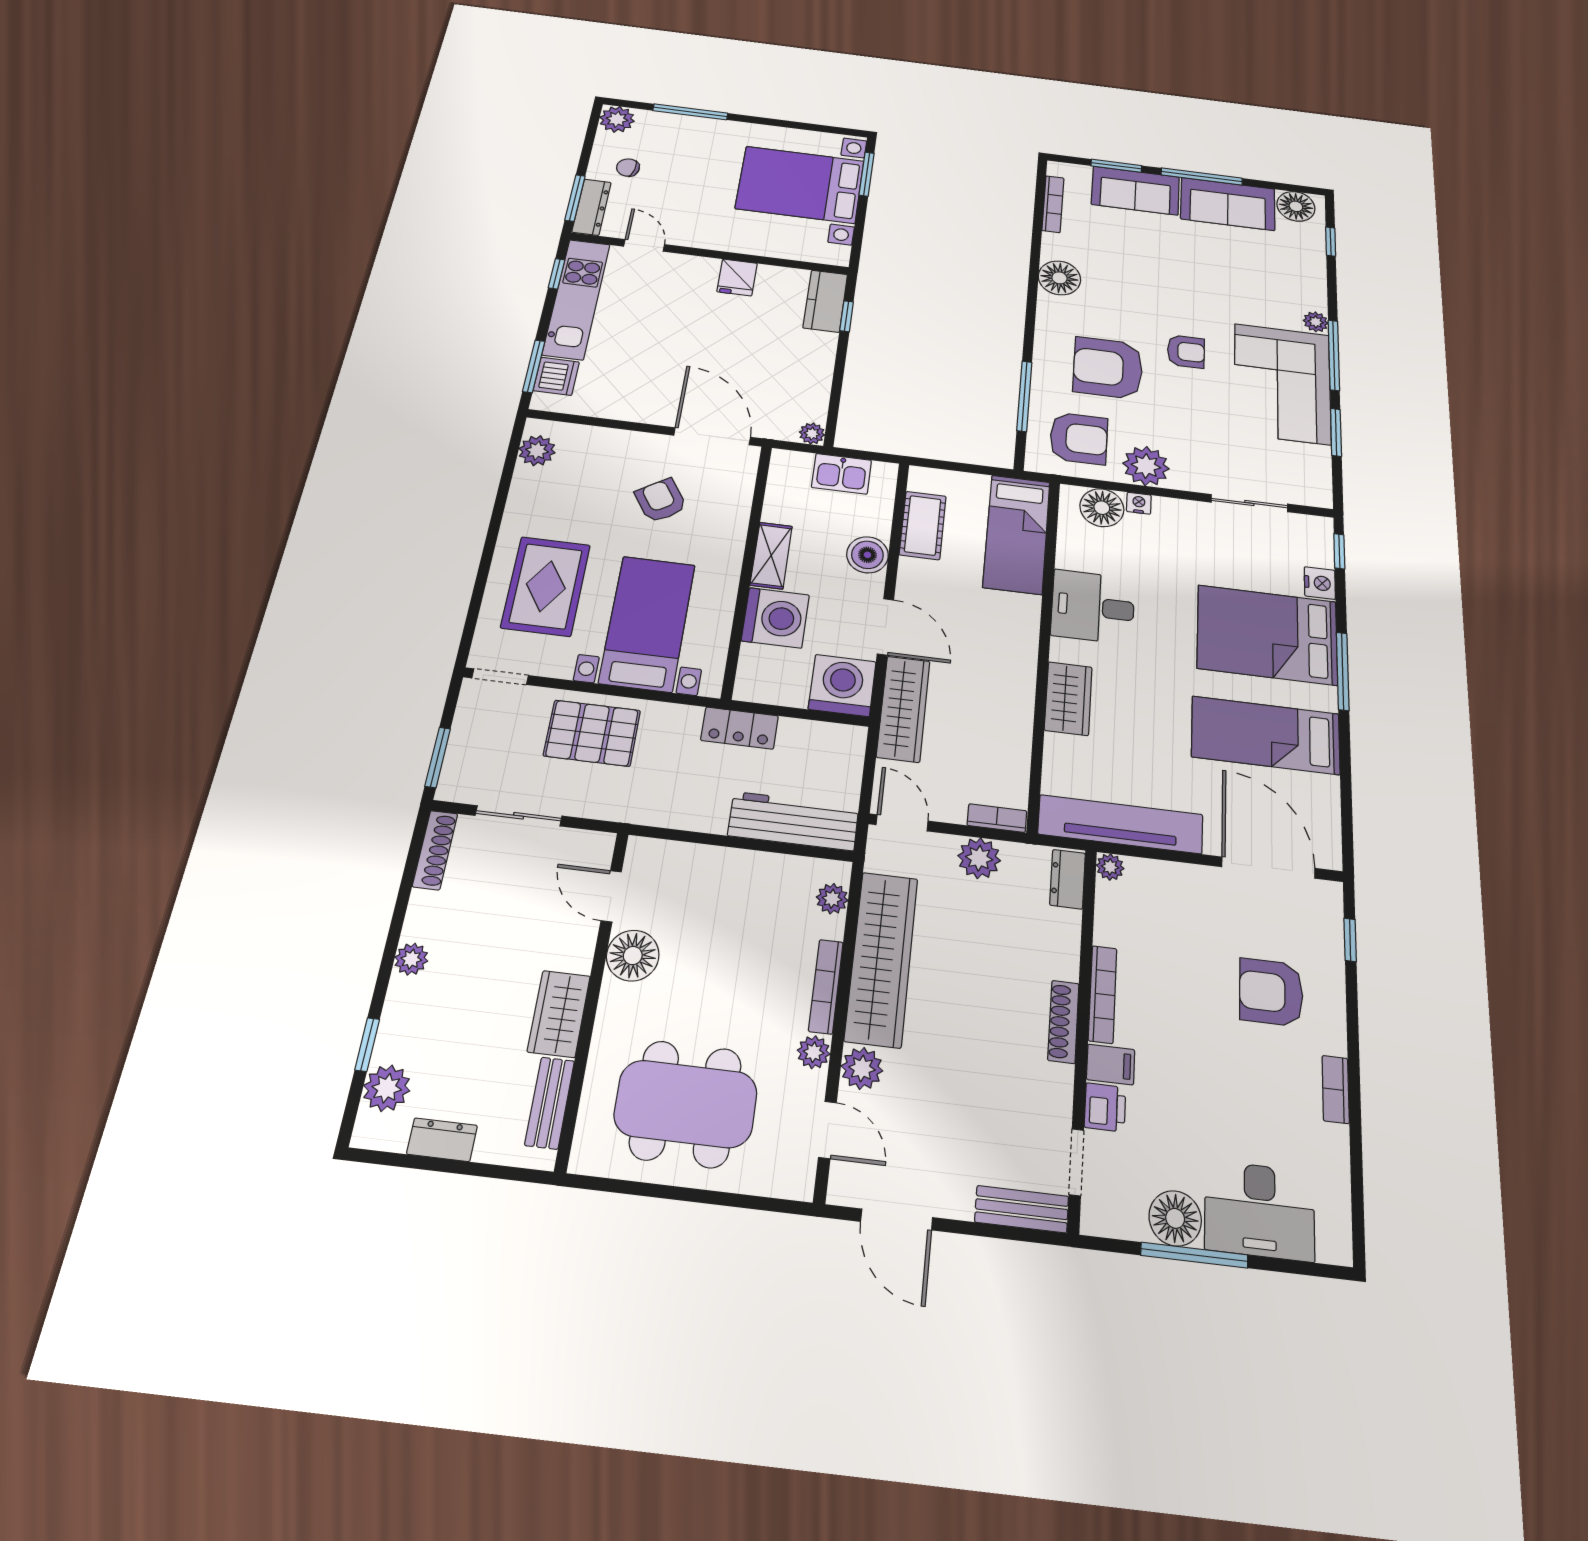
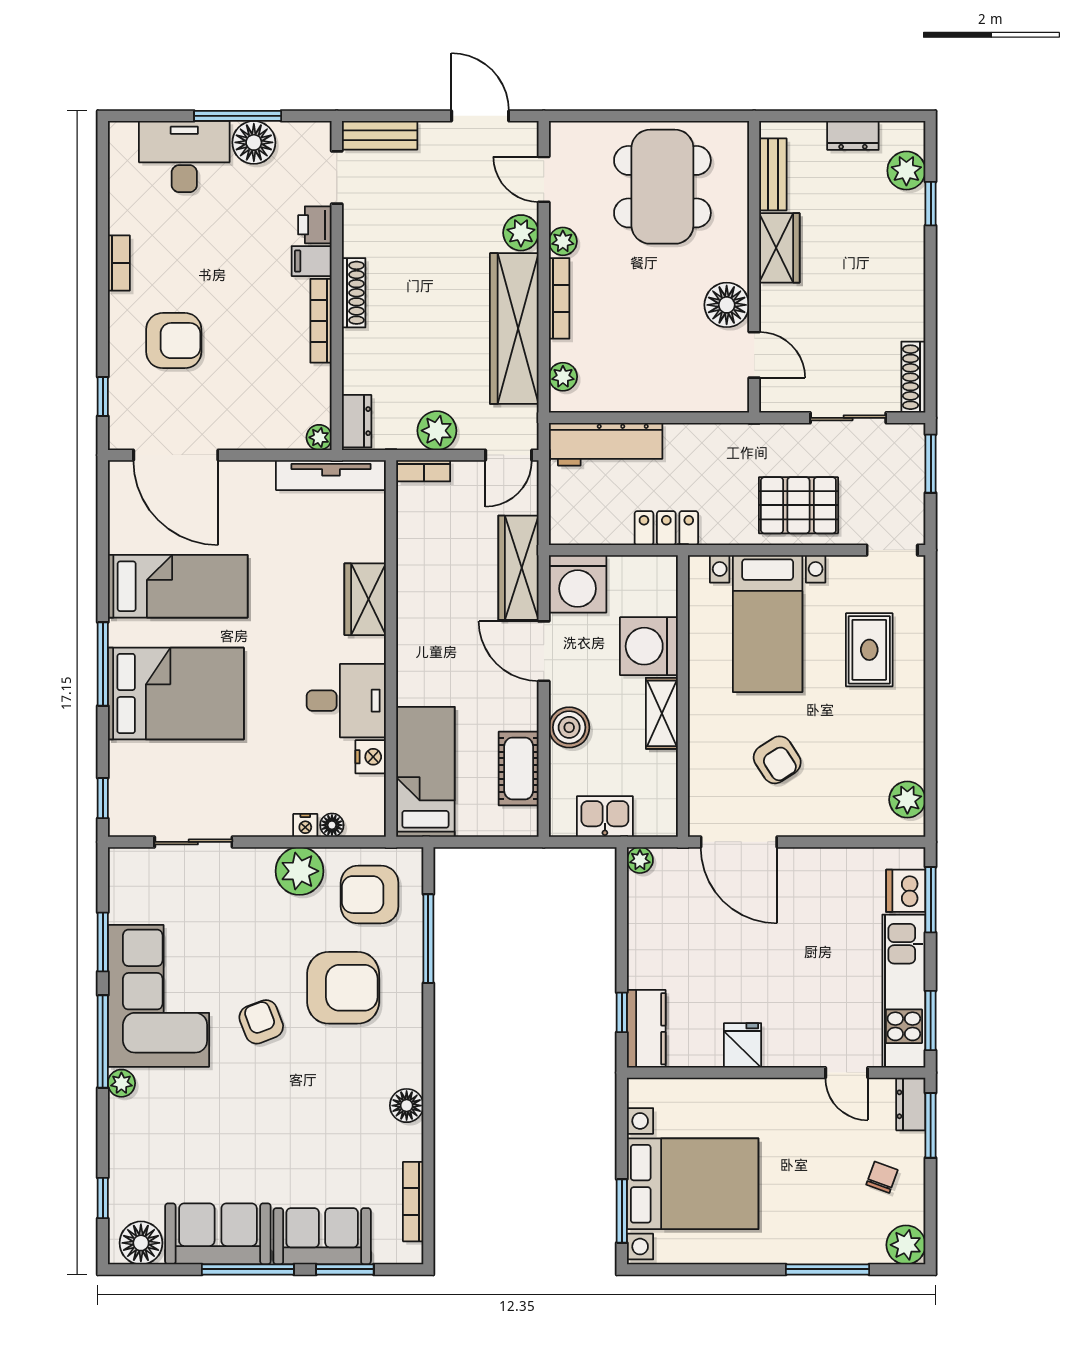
chair: (628, 168) -> (882, 1177), turned -80
dresser: (592, 207) -> (911, 1104), width x0.70
window: (556, 274) -> (931, 1020), width x1.50
floor lamp: (1059, 278) -> (407, 1106), width x0.73, depth x0.73
armchair: (1186, 352) -> (261, 1022), turned 69
floor lamp: (1102, 508) -> (332, 825), width x0.53, depth x0.53
nightstand: (1320, 583) -> (371, 757), moved, turned 180
rug: (546, 586) -> (869, 650), width x0.73, depth x0.70
door: (902, 823) -> (509, 455), hinge flipped
tv unit: (1121, 824) -> (331, 475), width x0.73, depth x0.78
plant: (411, 959) -> (911, 279), removed
dining table: (686, 1104) -> (662, 187), turned 90

